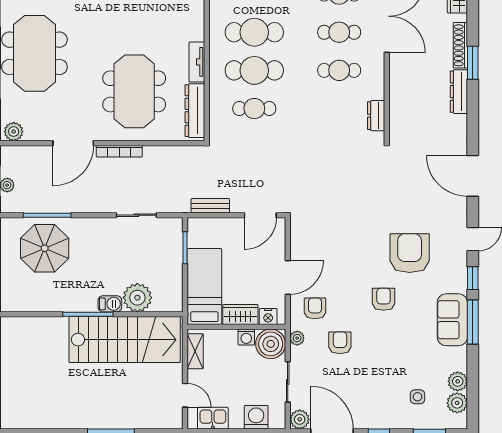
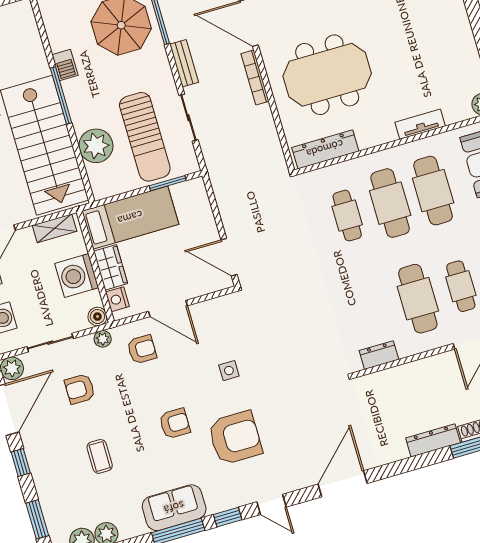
tv unit: (197, 62) -> (420, 124), moved
cafe table: (339, 70) -> (418, 299), width x1.37, depth x1.35
bench: (210, 206) -> (184, 63), moved
sun lounger: (142, 255) -> (145, 137), added
barbecue: (110, 304) -> (65, 65), moved
washing machine: (246, 337) -> (77, 276), width x1.89, depth x1.89
armchair: (340, 343) -> (80, 389), moved, turned 180
boiler: (271, 344) -> (97, 317), width x0.54, depth x0.54
coffee table: (393, 369) -> (100, 456), added
side table: (417, 397) -> (229, 371), moved

